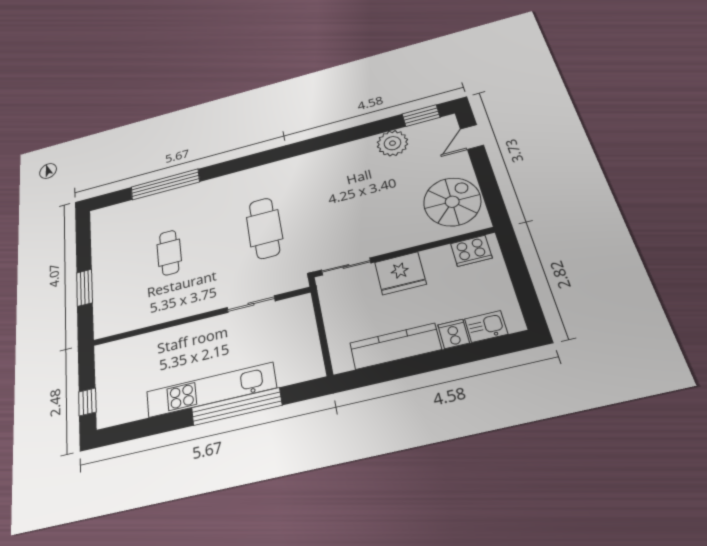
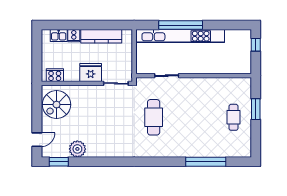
cafe table: (169, 253) -> (234, 117), moved
kitchen unit: (211, 390) -> (181, 36), width x1.36

